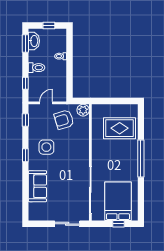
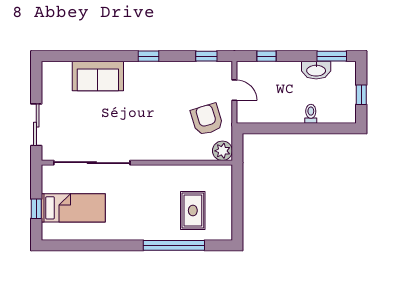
washbasin: (34, 41) -> (316, 70), moved
toilet: (37, 68) -> (292, 74), removed
rug: (120, 128) -> (193, 211), width x0.73, depth x0.70
side table: (46, 147) -> (162, 91), removed
window: (141, 158) -> (174, 245), moved
bed: (118, 201) -> (73, 208), width x0.67

